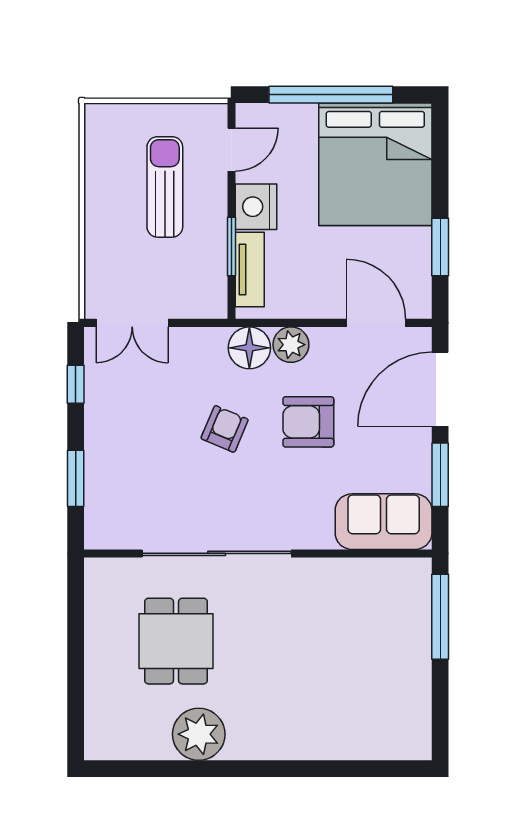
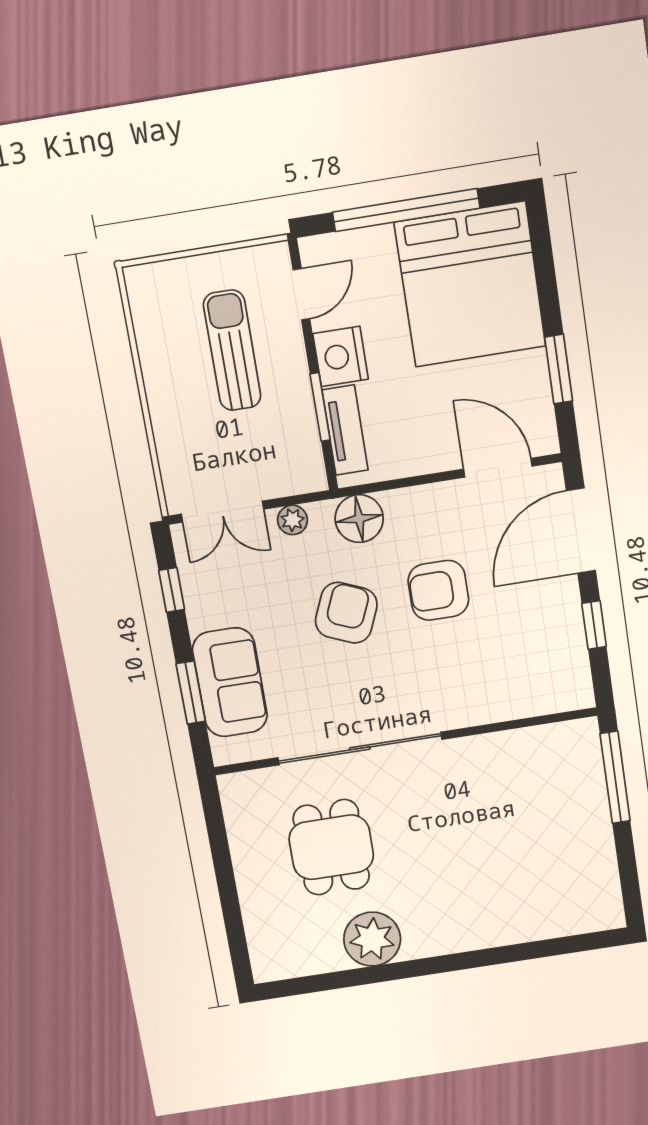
plant: (291, 345) -> (292, 520), moved, width x0.73, depth x0.73
armchair: (225, 429) -> (346, 613), width x1.38, depth x1.38
window: (440, 475) -> (594, 625), width x0.67
sofa: (384, 522) -> (230, 682), moved, turned 90

